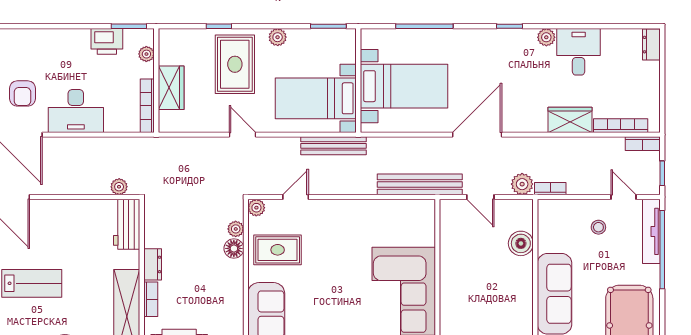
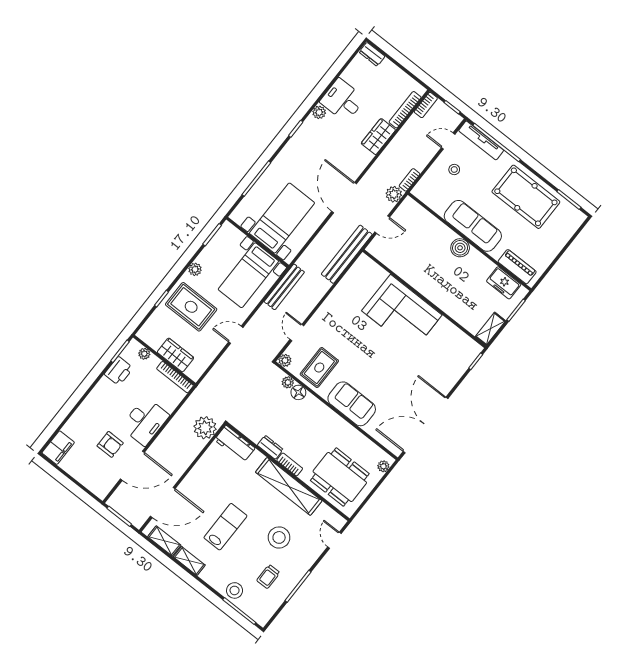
plant: (119, 187) -> (205, 428), width x1.87, depth x1.87
boiler: (521, 243) -> (460, 248), moved

